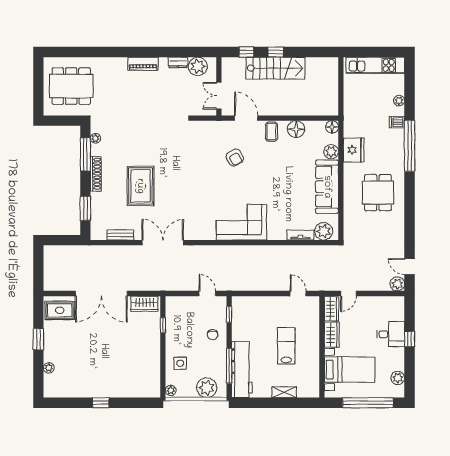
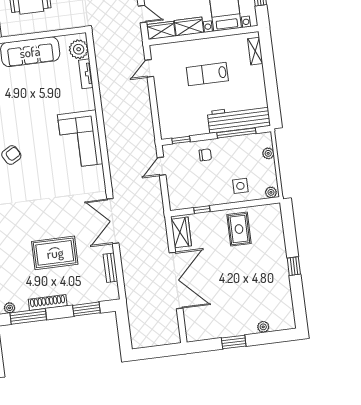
rug: (60, 310) -> (239, 229), moved
plant: (207, 388) -> (268, 153), width x0.53, depth x0.53
shelving: (284, 392) -> (255, 51), moved

